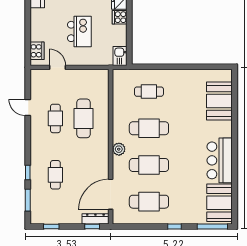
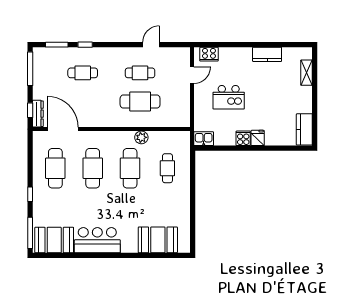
plant: (119, 149) -> (141, 137), moved
window: (51, 226) -> (30, 69), width x2.17

